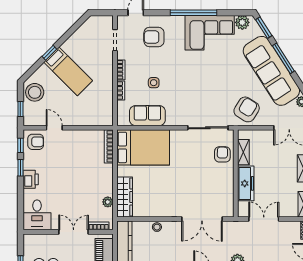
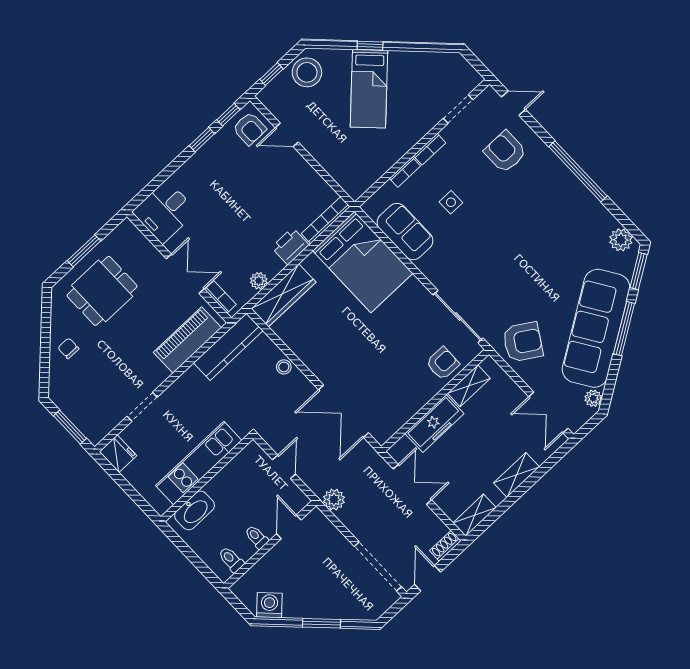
corner sofa: (210, 33) -> (572, 213), removed
door: (54, 128) -> (287, 135), swing flipped
printer: (31, 179) -> (290, 246), moved, turned 180

